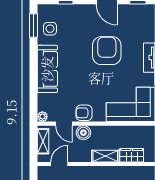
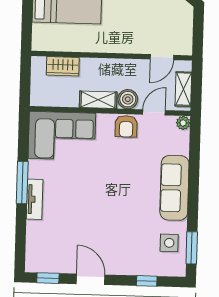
armchair: (107, 51) -> (92, 210), removed
armchair: (84, 113) -> (126, 126), turned 90
door: (64, 124) -> (154, 112), hinge flipped
shelving: (105, 156) -> (98, 100), moved

